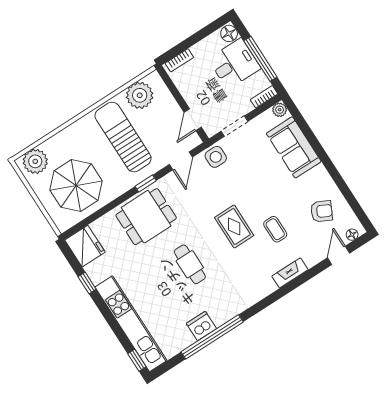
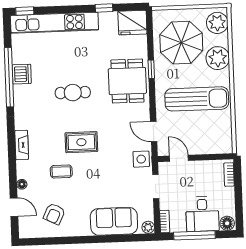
plant: (140, 95) -> (218, 58), moved
window: (146, 183) -> (151, 69), moved
floor lamp: (352, 235) -> (22, 184), moved
fireplace: (290, 273) -> (22, 145), moved

